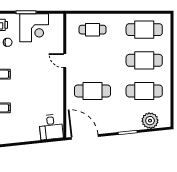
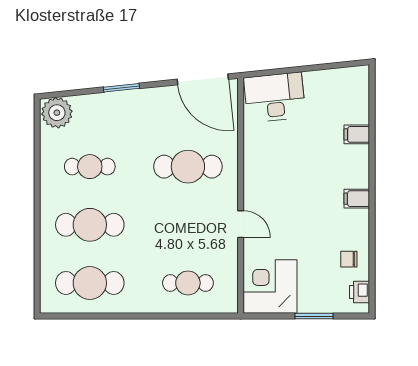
corner desk: (34, 28) -> (270, 287), moved
cafe table: (144, 91) -> (90, 167), width x0.73, depth x0.74
plant: (150, 121) -> (57, 113), moved
desk: (51, 127) -> (275, 97), width x1.37

